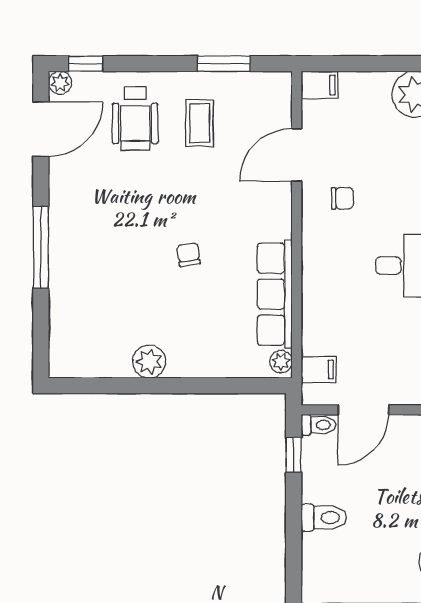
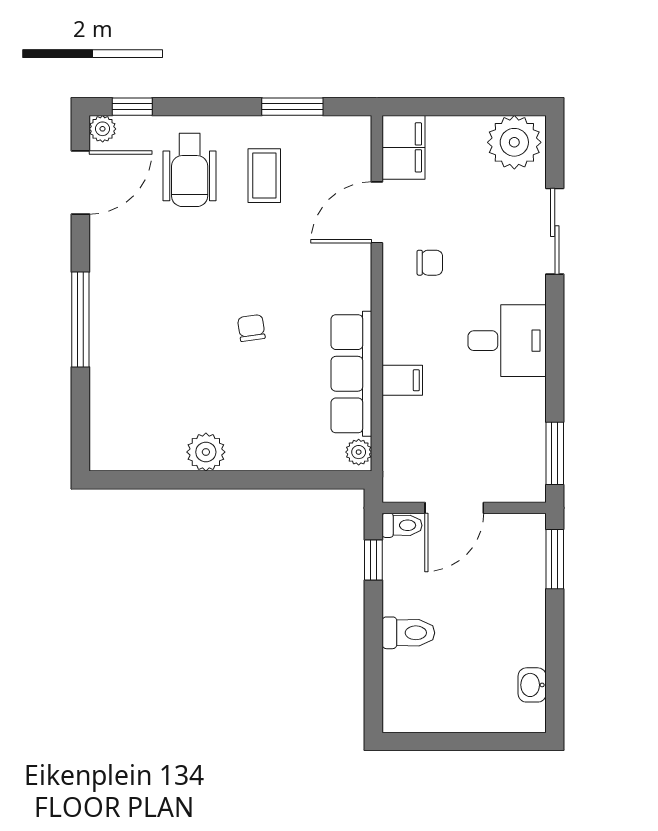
filing cabinet: (320, 85) -> (403, 147), width x2.00
filing cabinet: (319, 369) -> (402, 380), moved

